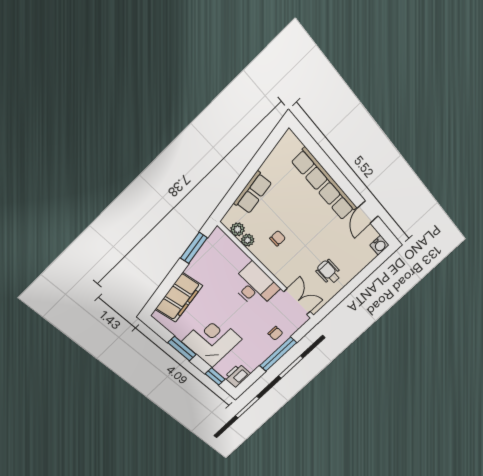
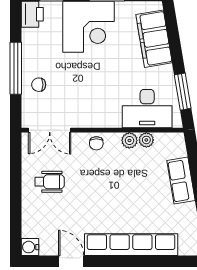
plant: (238, 229) -> (129, 140), moved
chair: (278, 238) -> (96, 143), moved
desk: (255, 286) -> (147, 109), moved

